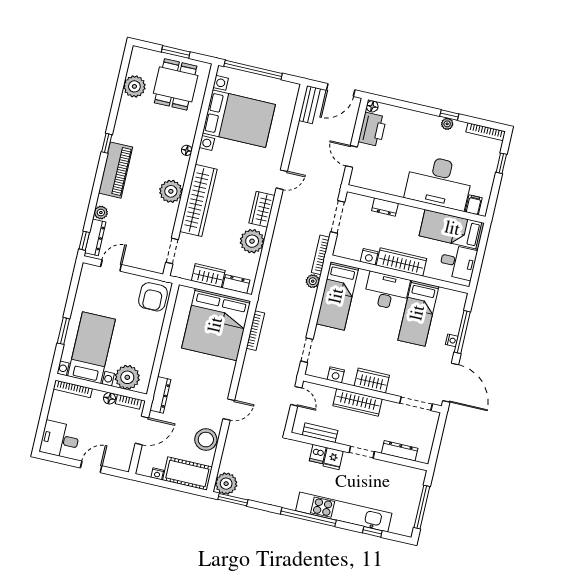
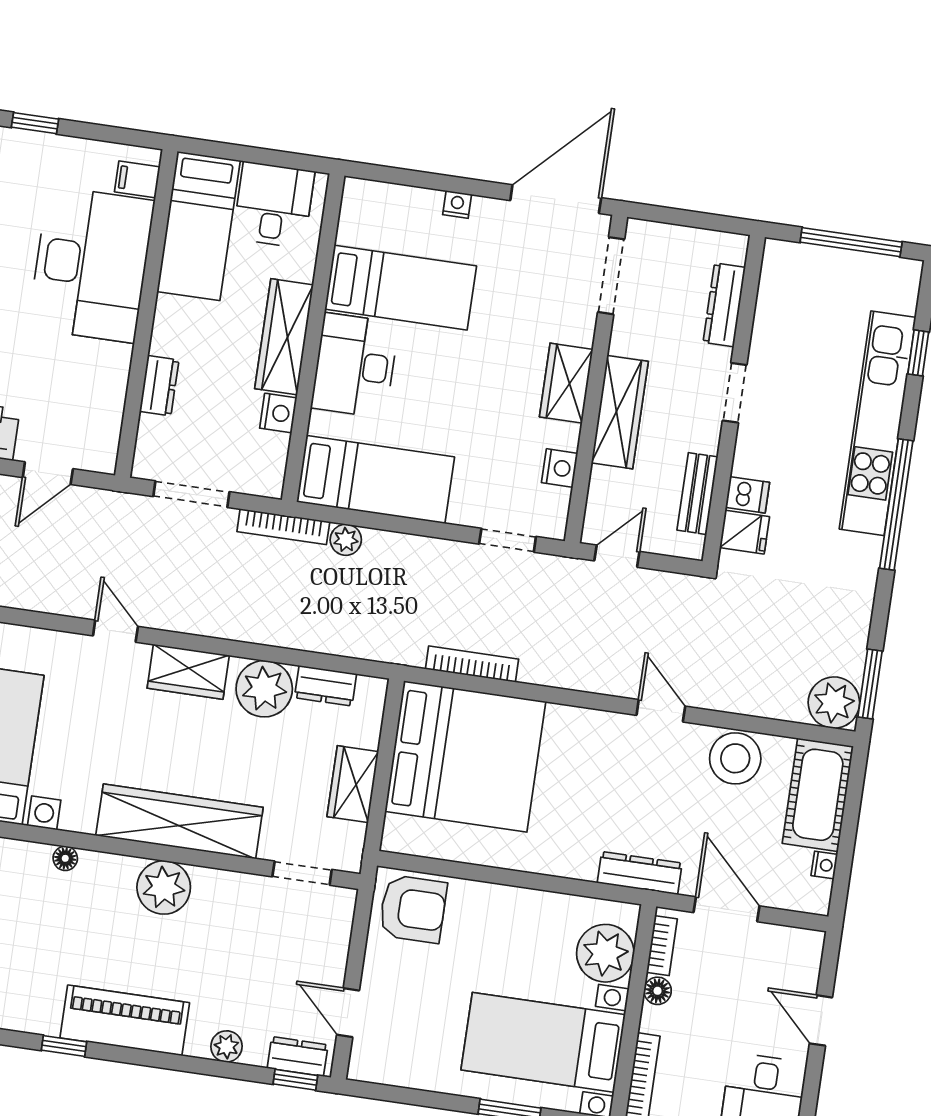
dresser: (95, 237) -> (298, 1056), width x0.70
dresser: (236, 284) -> (326, 686), moved, turned -90
window: (462, 332) -> (435, 182), removed
fridge: (333, 459) -> (745, 532), moved

